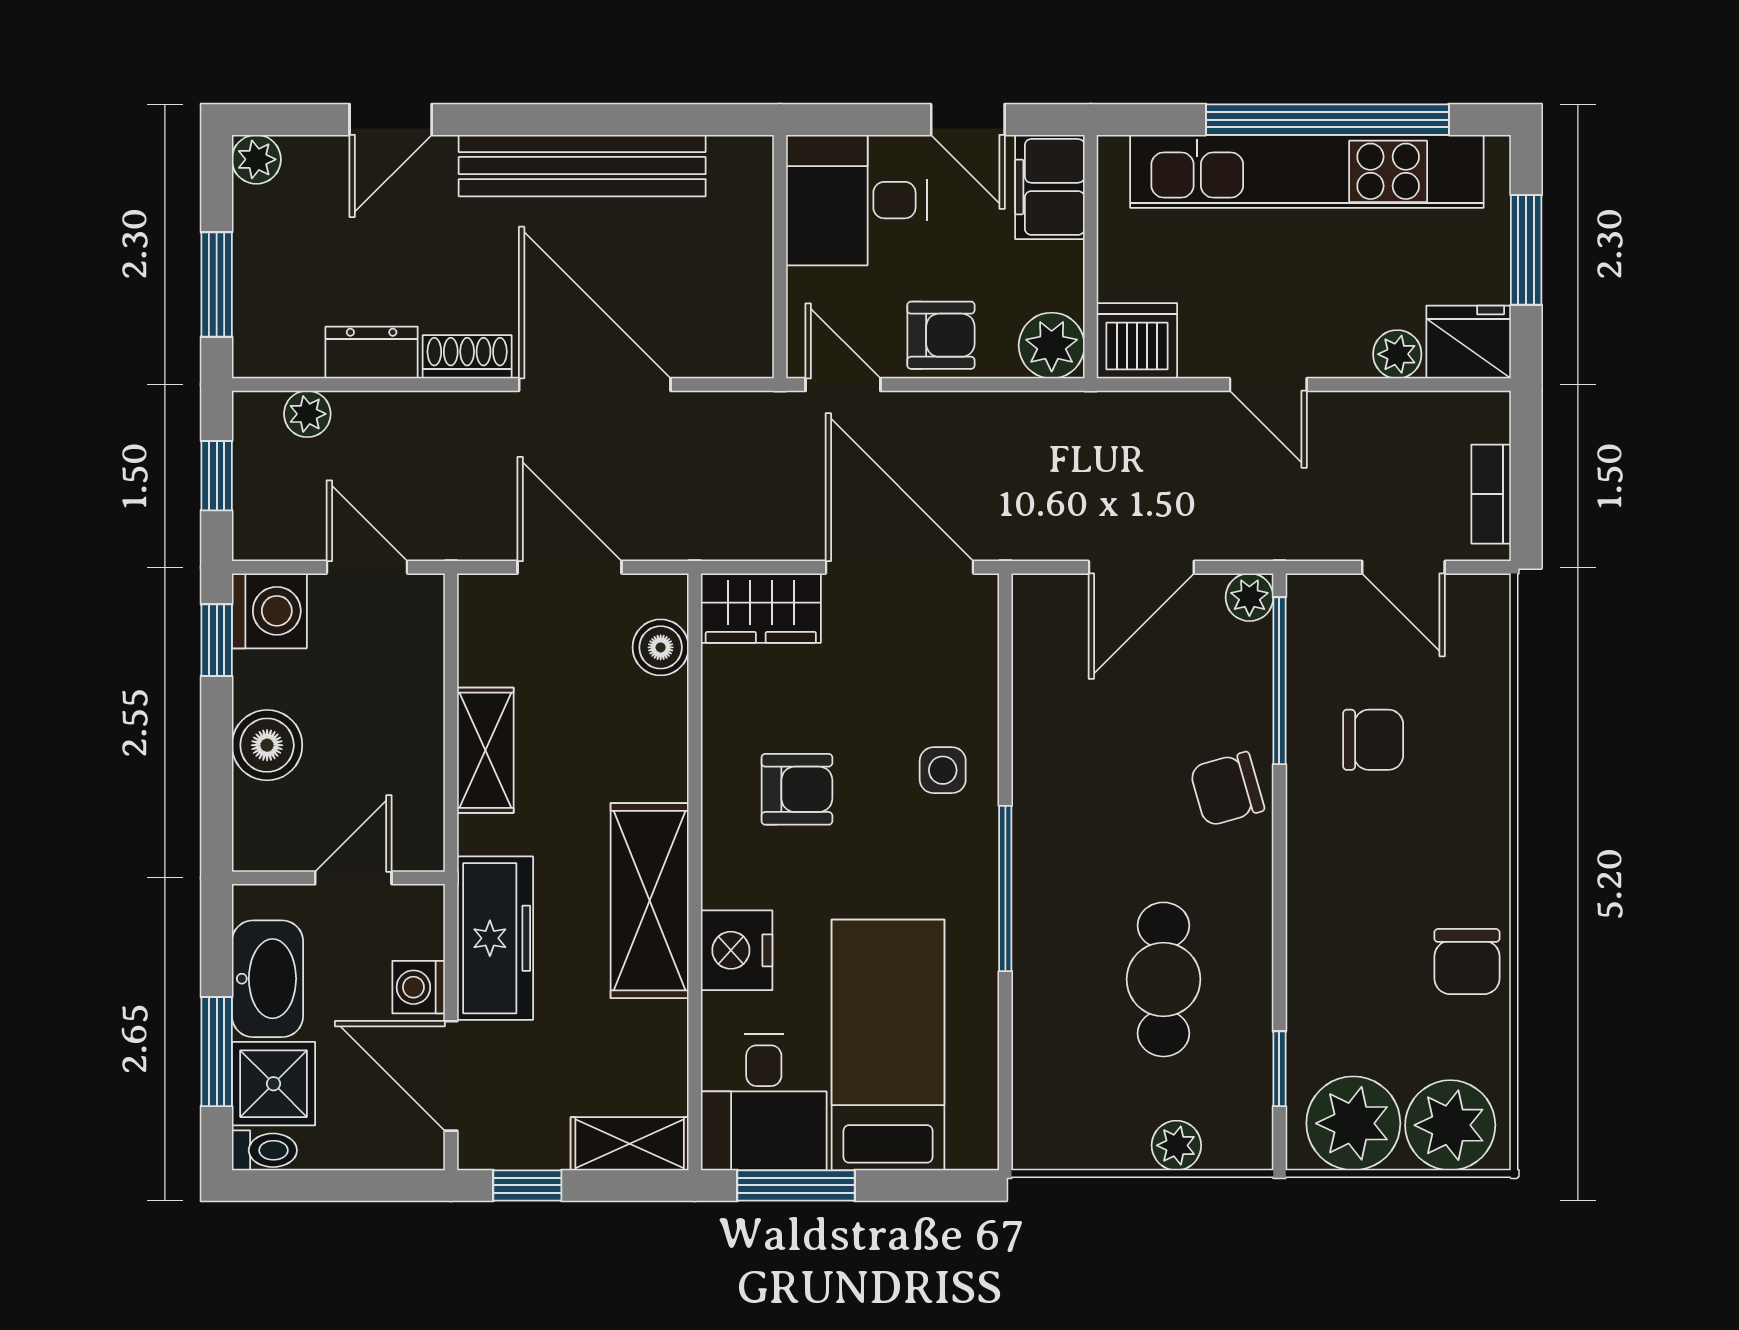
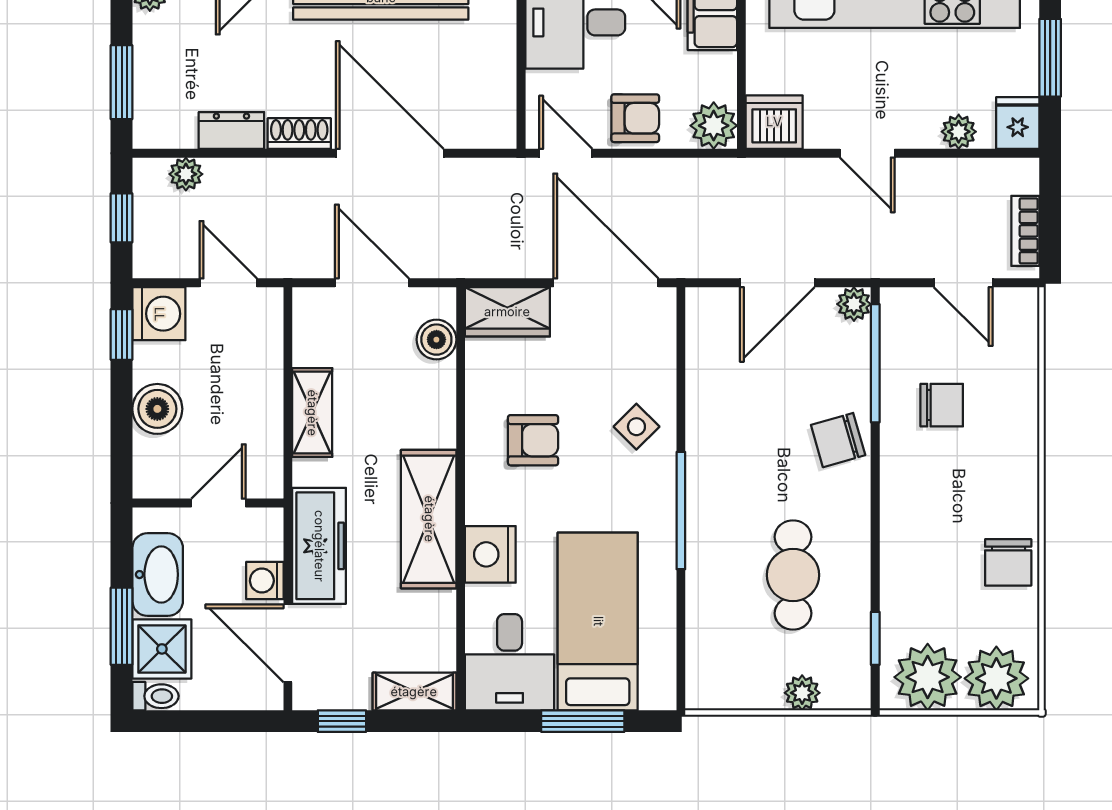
fridge: (1469, 342) -> (1018, 123), width x0.72
side table: (943, 770) -> (636, 427), turned 45
window: (796, 1185) -> (583, 721), moved

